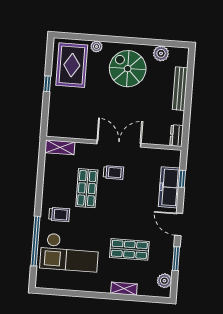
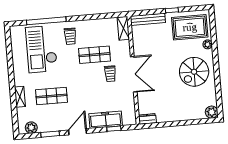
plant: (161, 53) -> (212, 112), moved
spiral stairs: (128, 69) -> (194, 72), turned 180
bench: (180, 89) -> (148, 19), moved
shop shelf: (129, 249) -> (52, 96), turned 90

